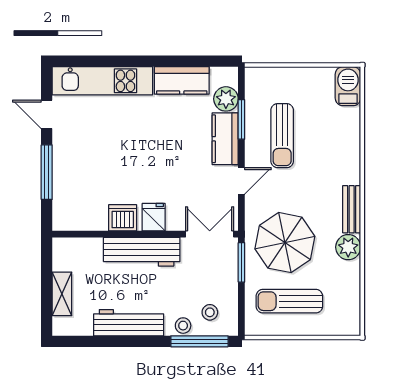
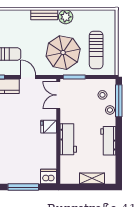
dishwasher: (123, 218) -> (49, 177), moved, turned 90
workbench: (142, 252) -> (68, 139), width x0.73
workbench: (129, 323) -> (108, 141), width x0.73

